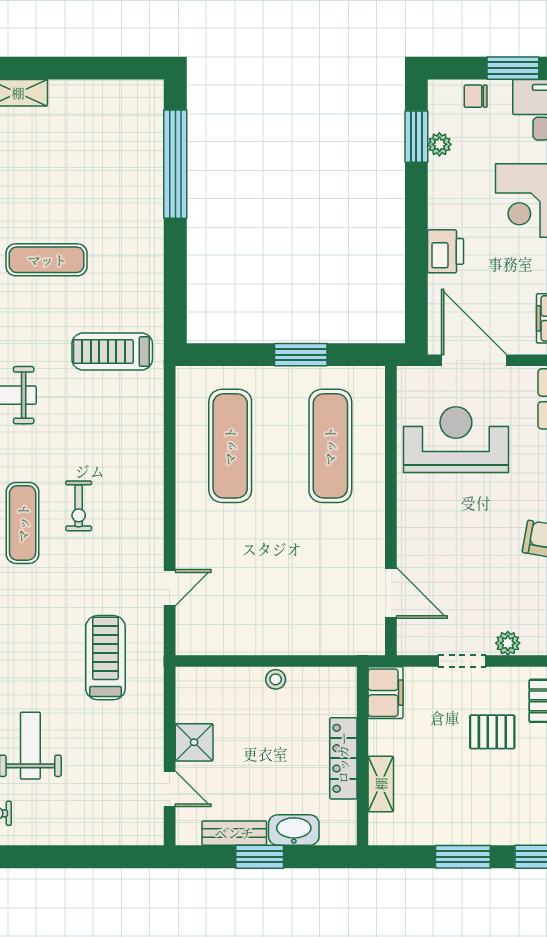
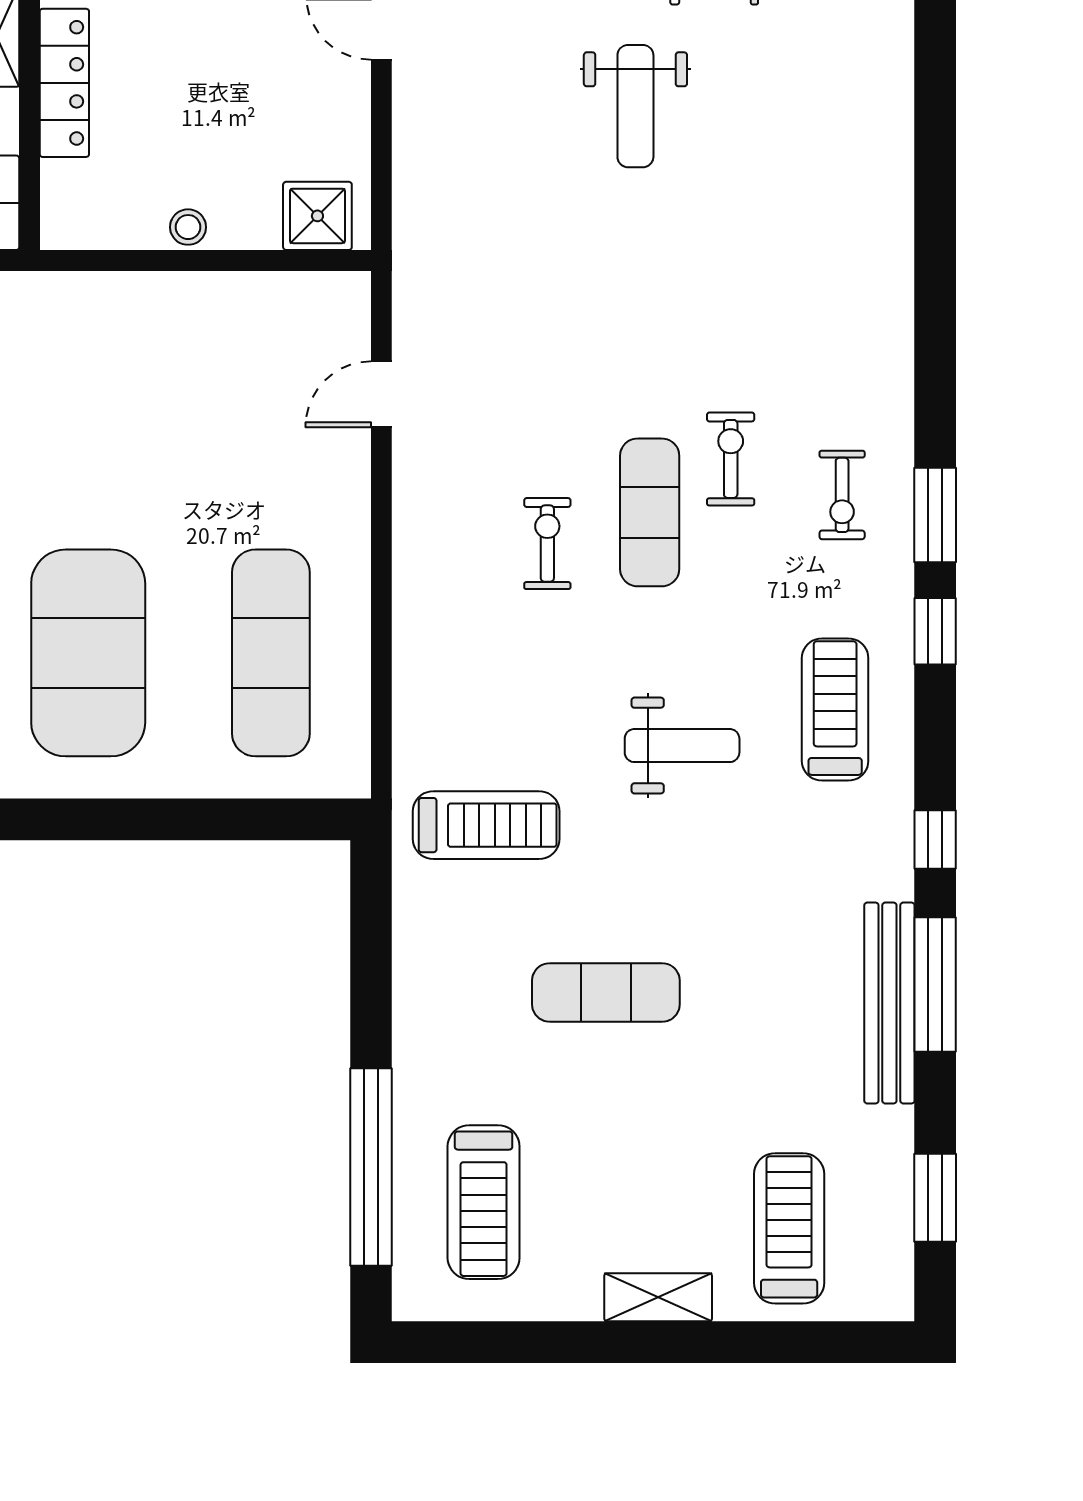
window: (301, 355) -> (142, 819), removed
exercise mat: (330, 446) -> (88, 653), width x1.47
treadmill: (105, 658) -> (484, 1202), moved
shower: (194, 742) -> (317, 216), moved

